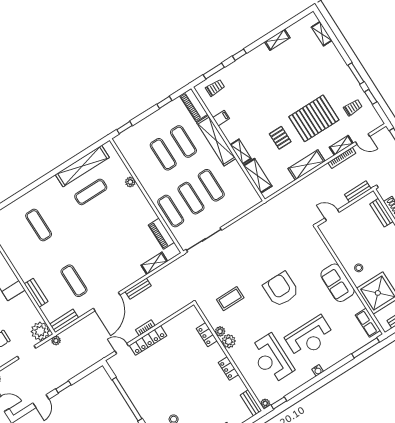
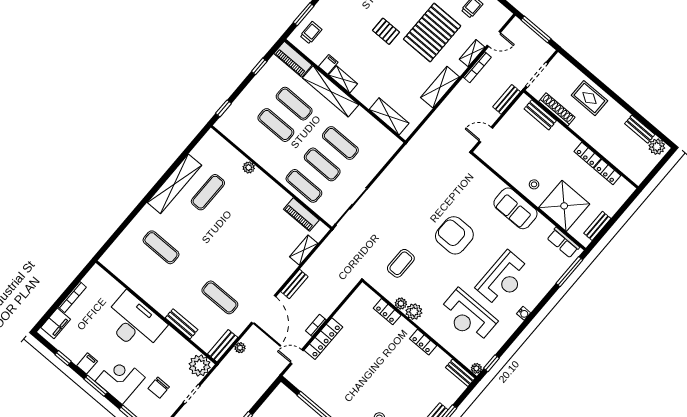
pallet: (280, 138) -> (386, 31), moved
shelving: (241, 152) -> (343, 79), moved
shelving: (82, 166) -> (174, 184), moved
plant: (56, 341) -> (240, 348), moved

